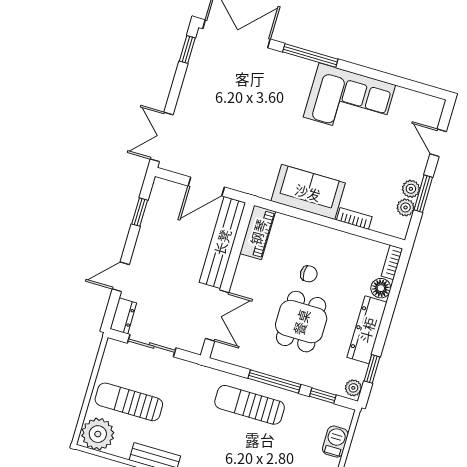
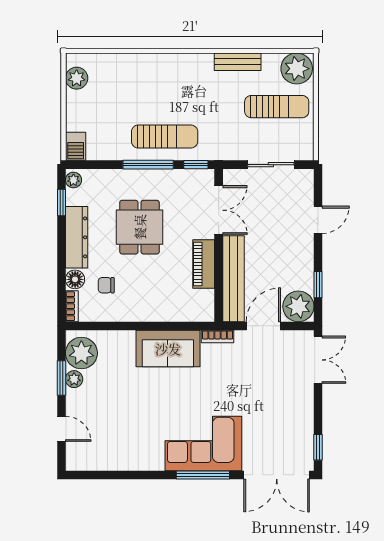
corner sofa: (349, 101) -> (203, 443), moved
plant: (166, 196) -> (298, 306), added
plant: (406, 207) -> (81, 353), width x1.88, depth x1.88
bookcase: (354, 218) -> (218, 337), moved
piano: (258, 232) -> (204, 264), moved
chair: (309, 274) -> (106, 285), moved
double door: (217, 315) -> (219, 210), swing flipped
dresser: (123, 316) -> (305, 184), removed
window: (323, 396) -> (196, 165), moved
barbecue: (335, 442) -> (76, 146), moved

